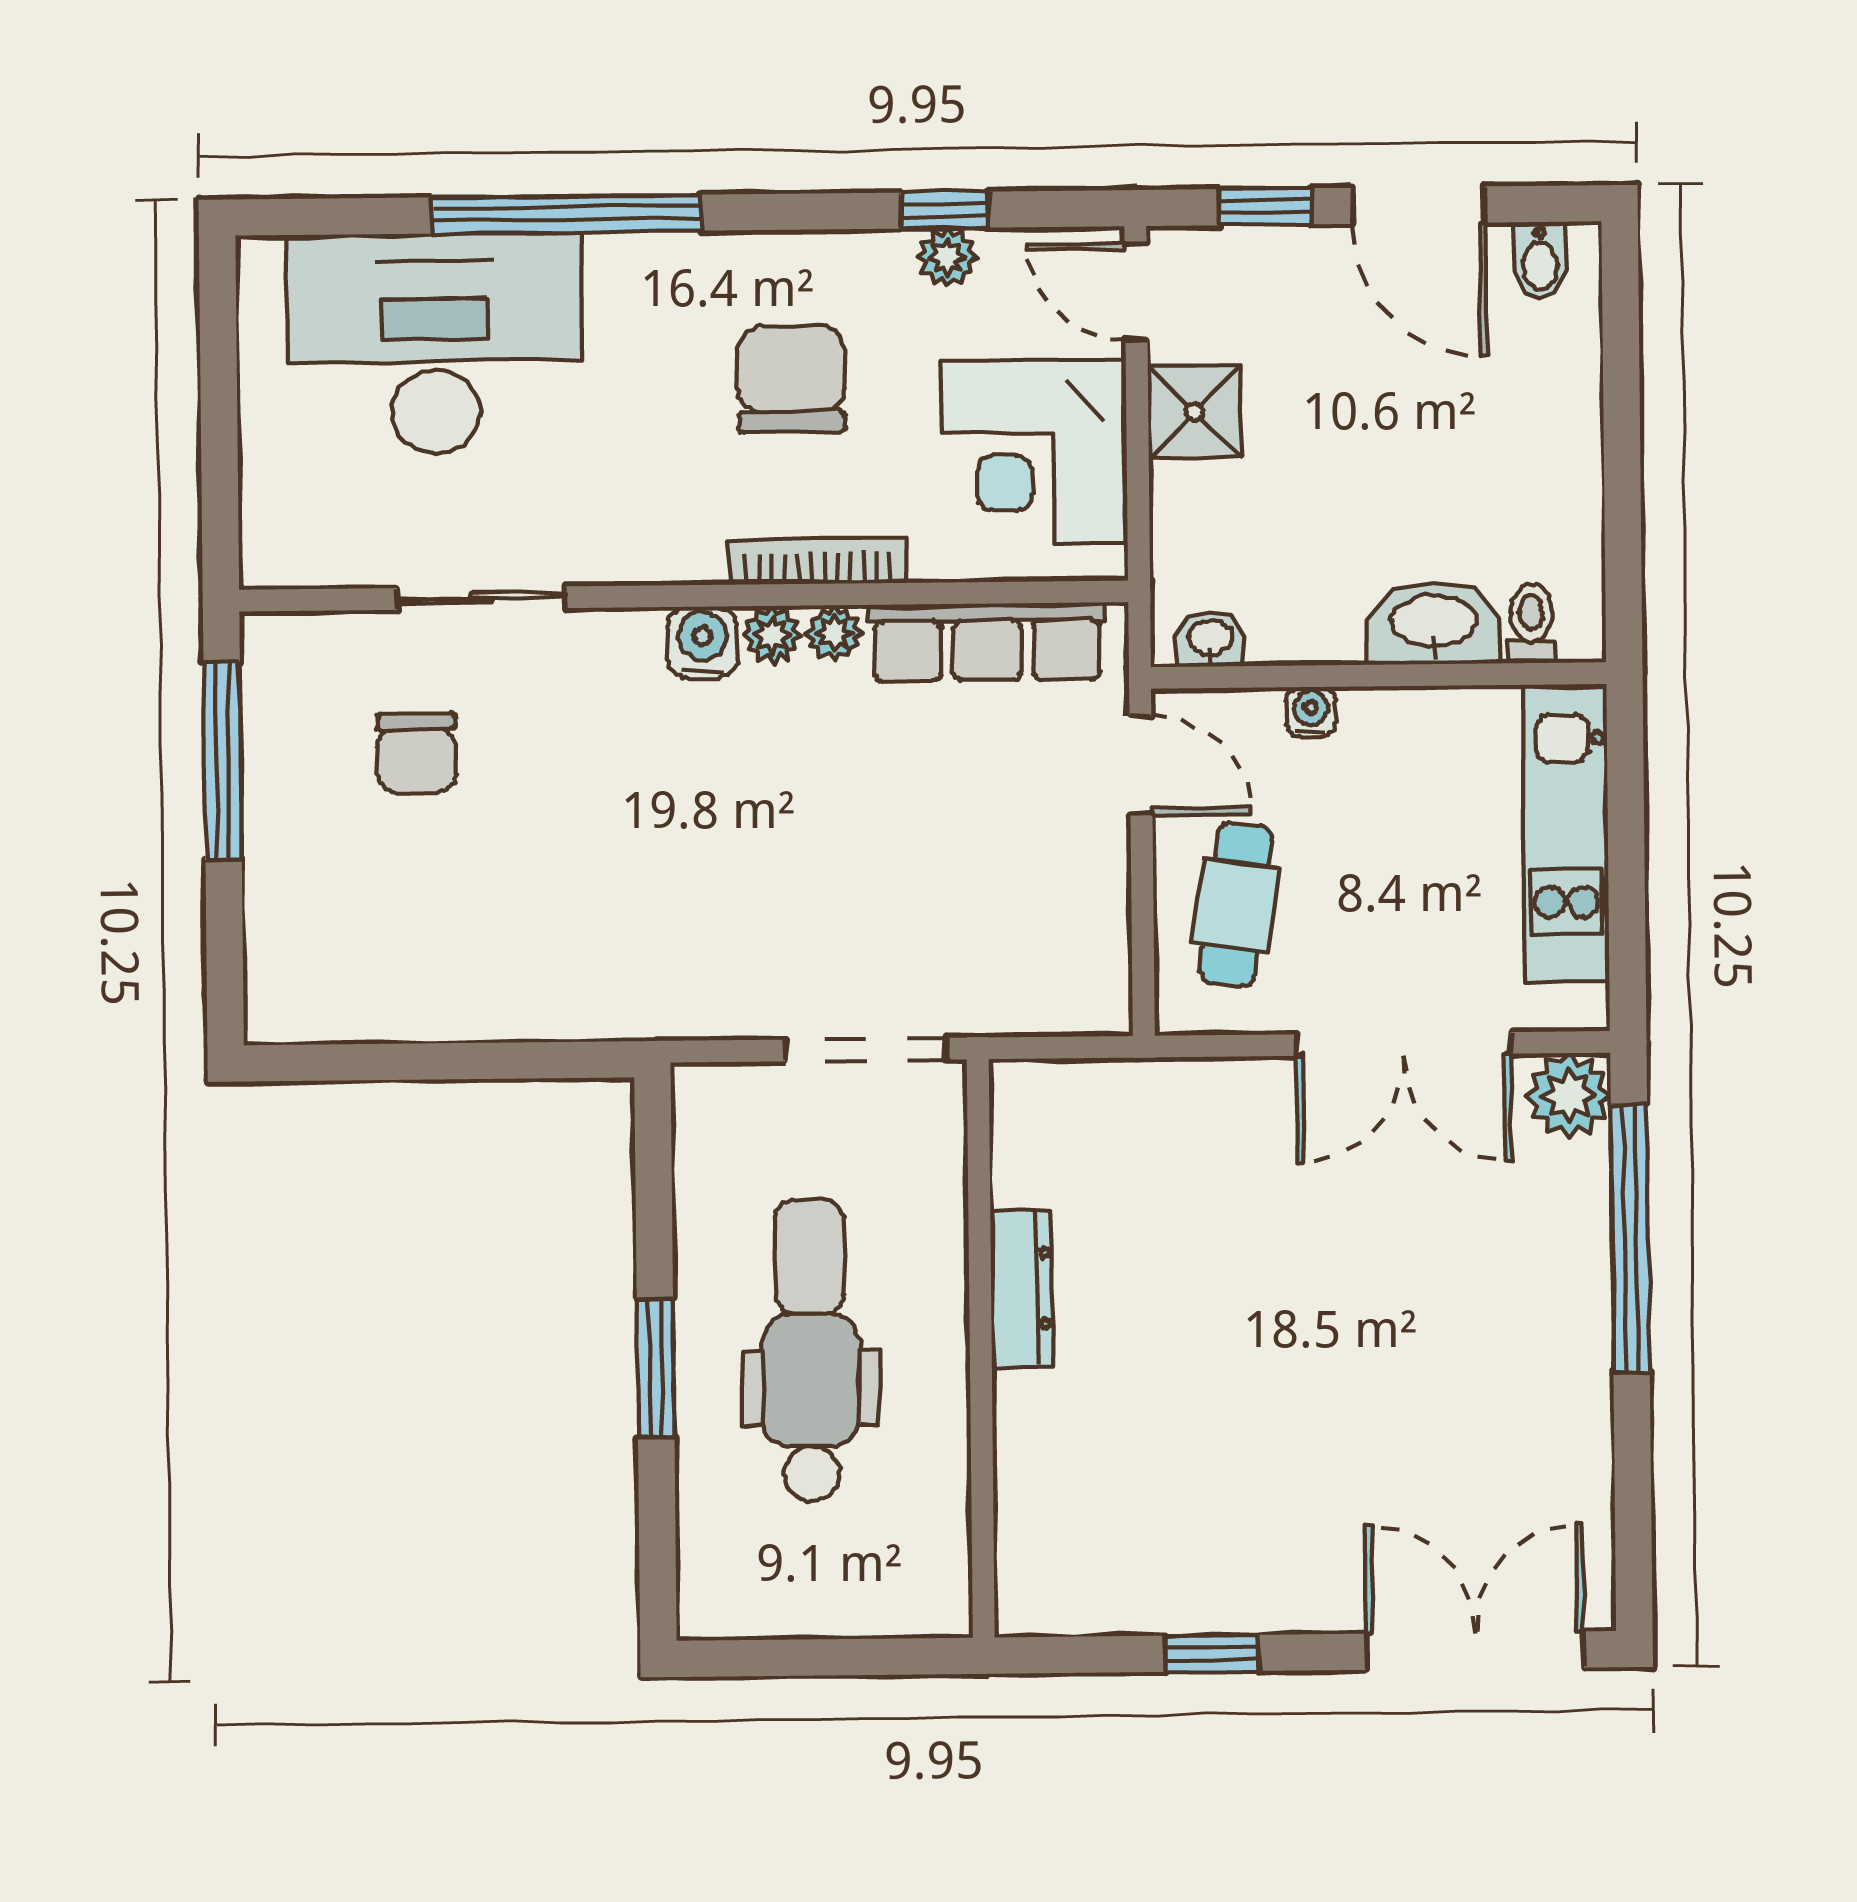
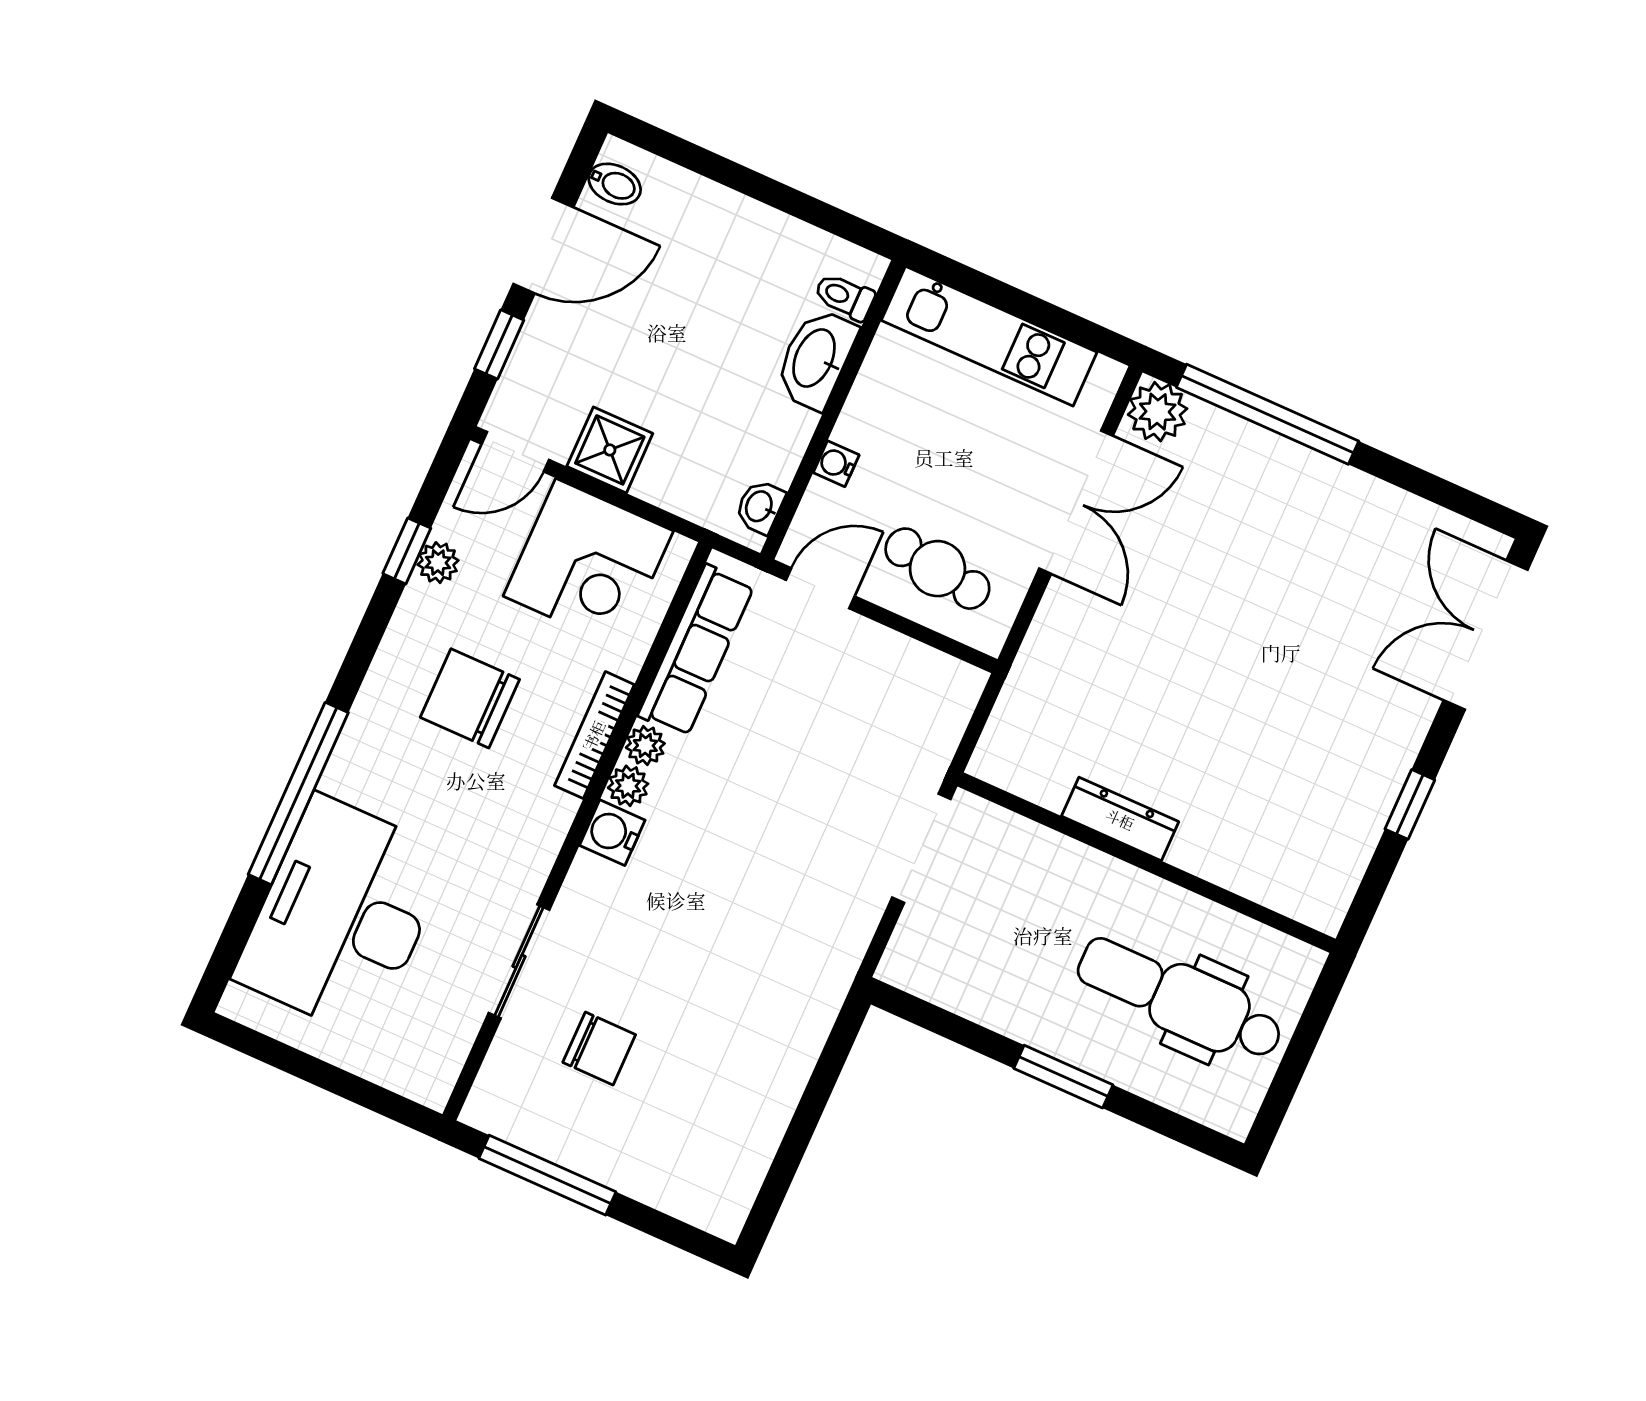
dental chair: (811, 1350) -> (1180, 999), moved

